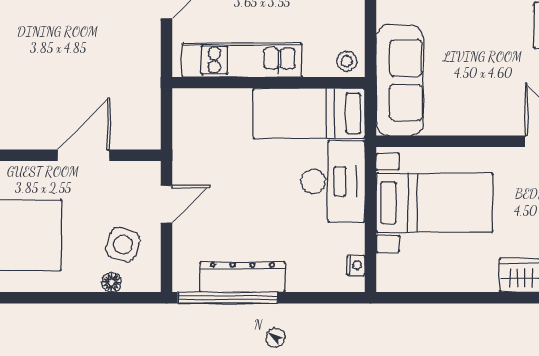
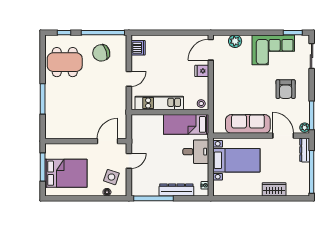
sofa: (400, 80) -> (248, 124), moved, turned -90
door: (84, 155) -> (108, 141), moved
desk: (333, 181) -> (196, 152), width x0.73
dresser: (242, 277) -> (176, 190), moved

